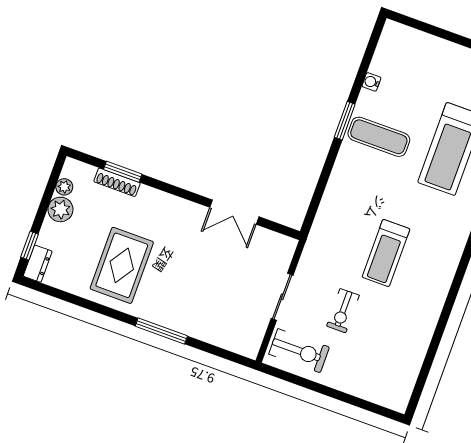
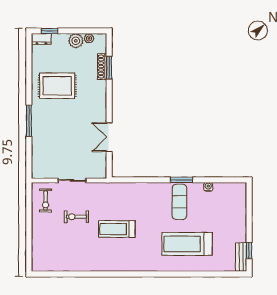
exercise bike: (299, 351) -> (46, 201), width x0.73, depth x0.72

